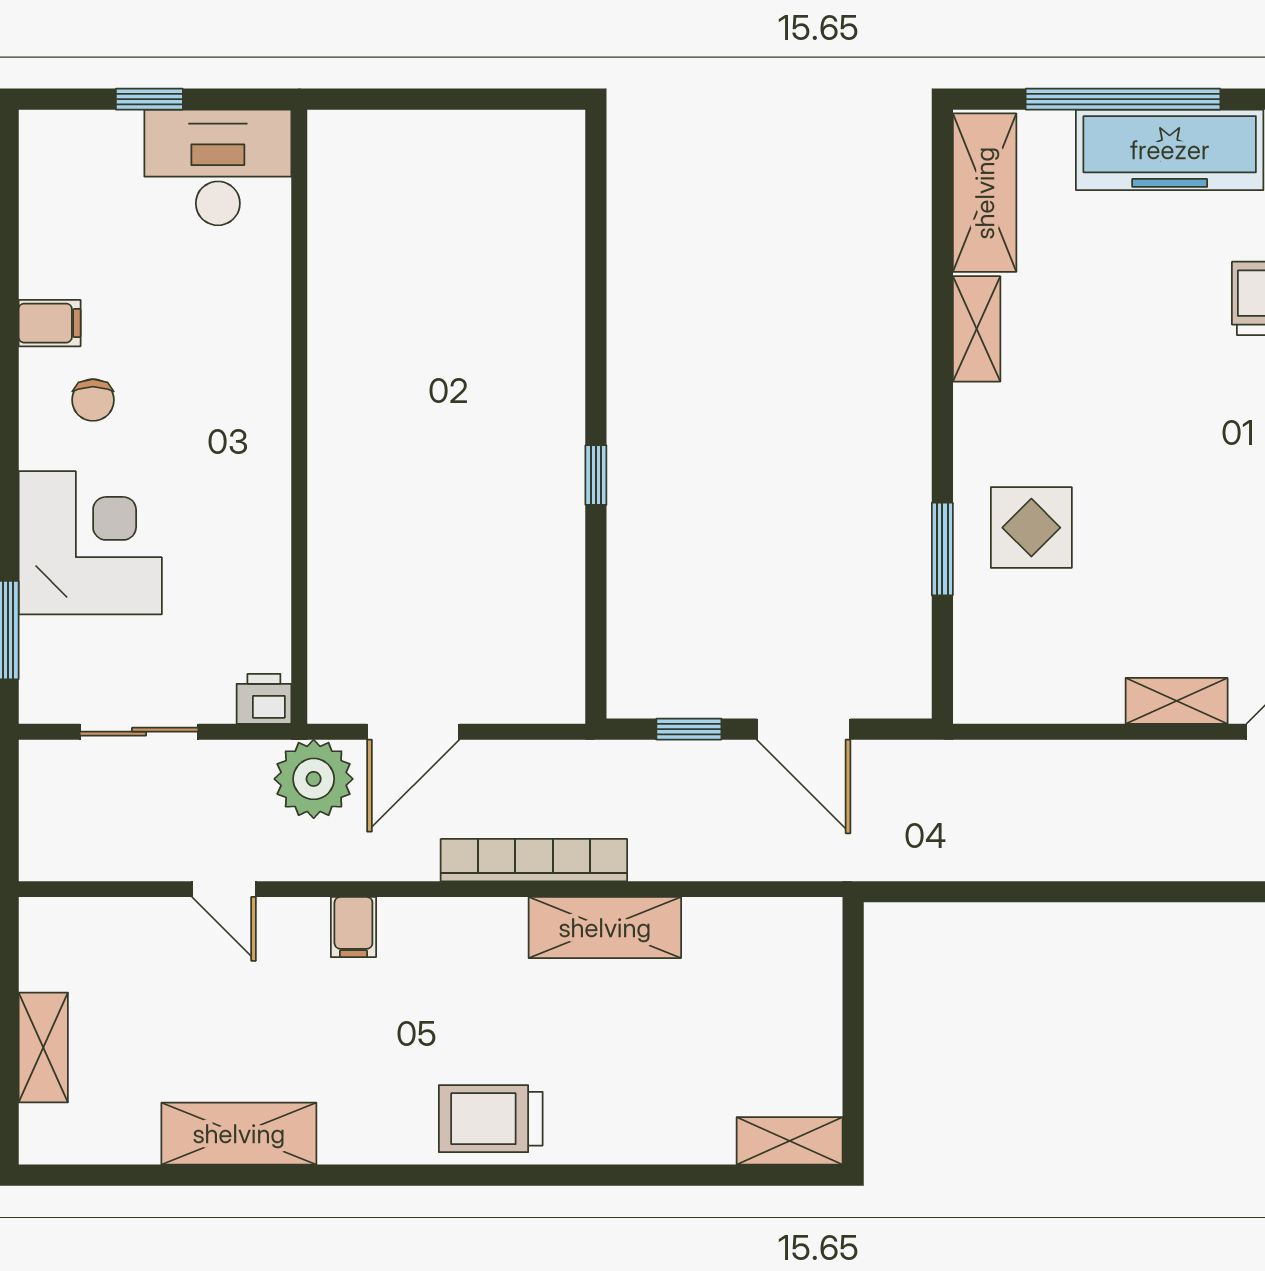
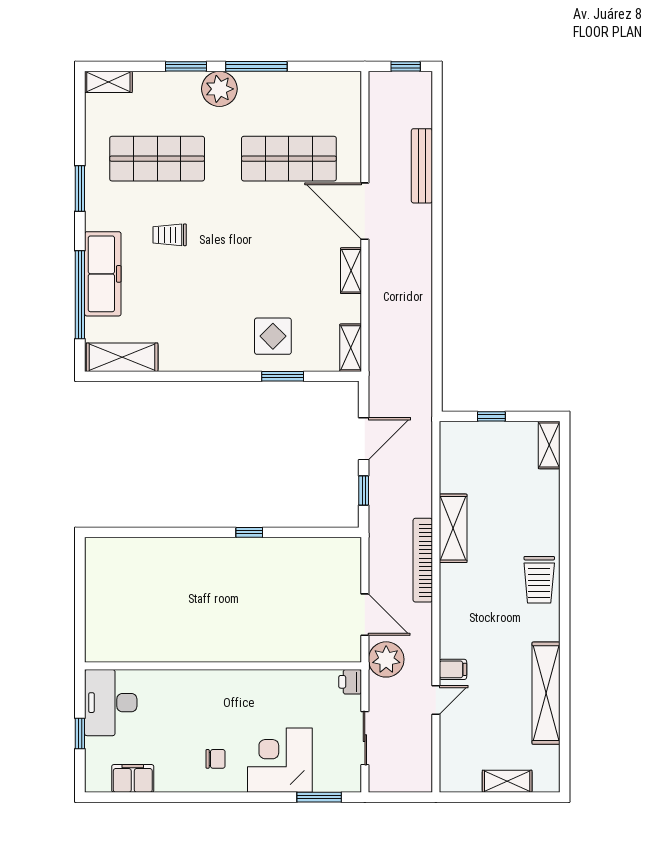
filing cabinet: (50, 323) -> (133, 778), moved, width x2.00
shelving: (977, 329) -> (351, 348), moved, turned 90
filing cabinet: (353, 927) -> (453, 669), moved
window: (853, 1012) -> (491, 416), added
shelving: (239, 1134) -> (546, 693), width x1.47

